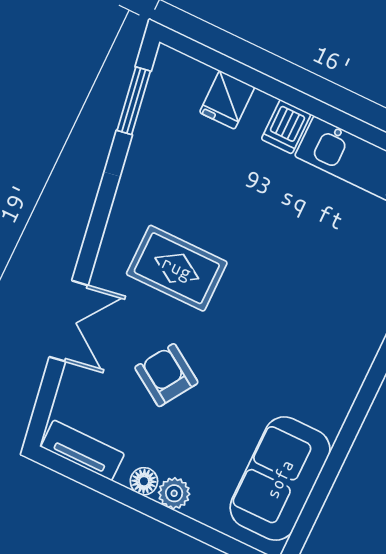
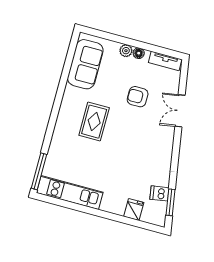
dishwasher: (286, 127) -> (159, 193), moved, turned -99
rug: (177, 268) -> (94, 122), moved, turned 90
armchair: (166, 375) -> (138, 97), turned 147

